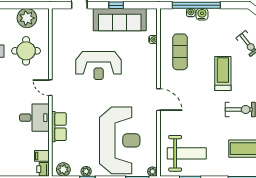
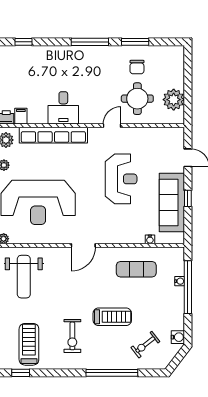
water cooler: (202, 14) -> (178, 337), moved
reception desk: (99, 66) -> (121, 179), turned 180
door: (50, 88) -> (112, 126), moved
row of seats: (59, 127) -> (53, 135), width x2.02

